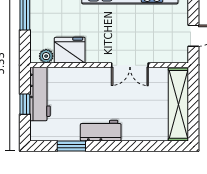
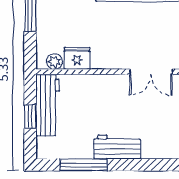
fridge: (70, 50) -> (77, 58), width x0.73, depth x0.75
window: (71, 146) -> (84, 165), width x1.44

